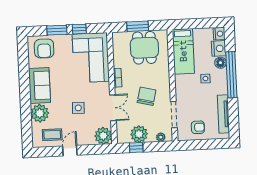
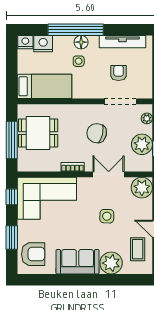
window: (138, 26) -> (12, 140), width x1.44
window: (79, 29) -> (12, 197), moved
floor lamp: (220, 63) -> (81, 42), moved
armchair: (198, 127) -> (119, 73), moved

